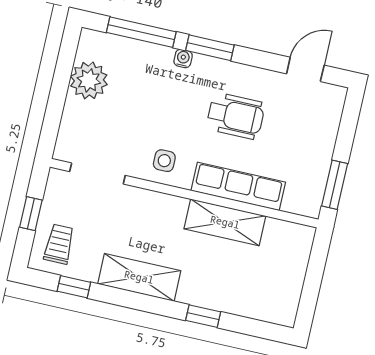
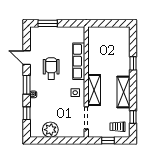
window: (141, 32) -> (27, 113), width x0.46
door: (305, 69) -> (27, 58), moved
window: (335, 185) -> (48, 23), moved
shelving: (225, 222) -> (94, 90), moved

